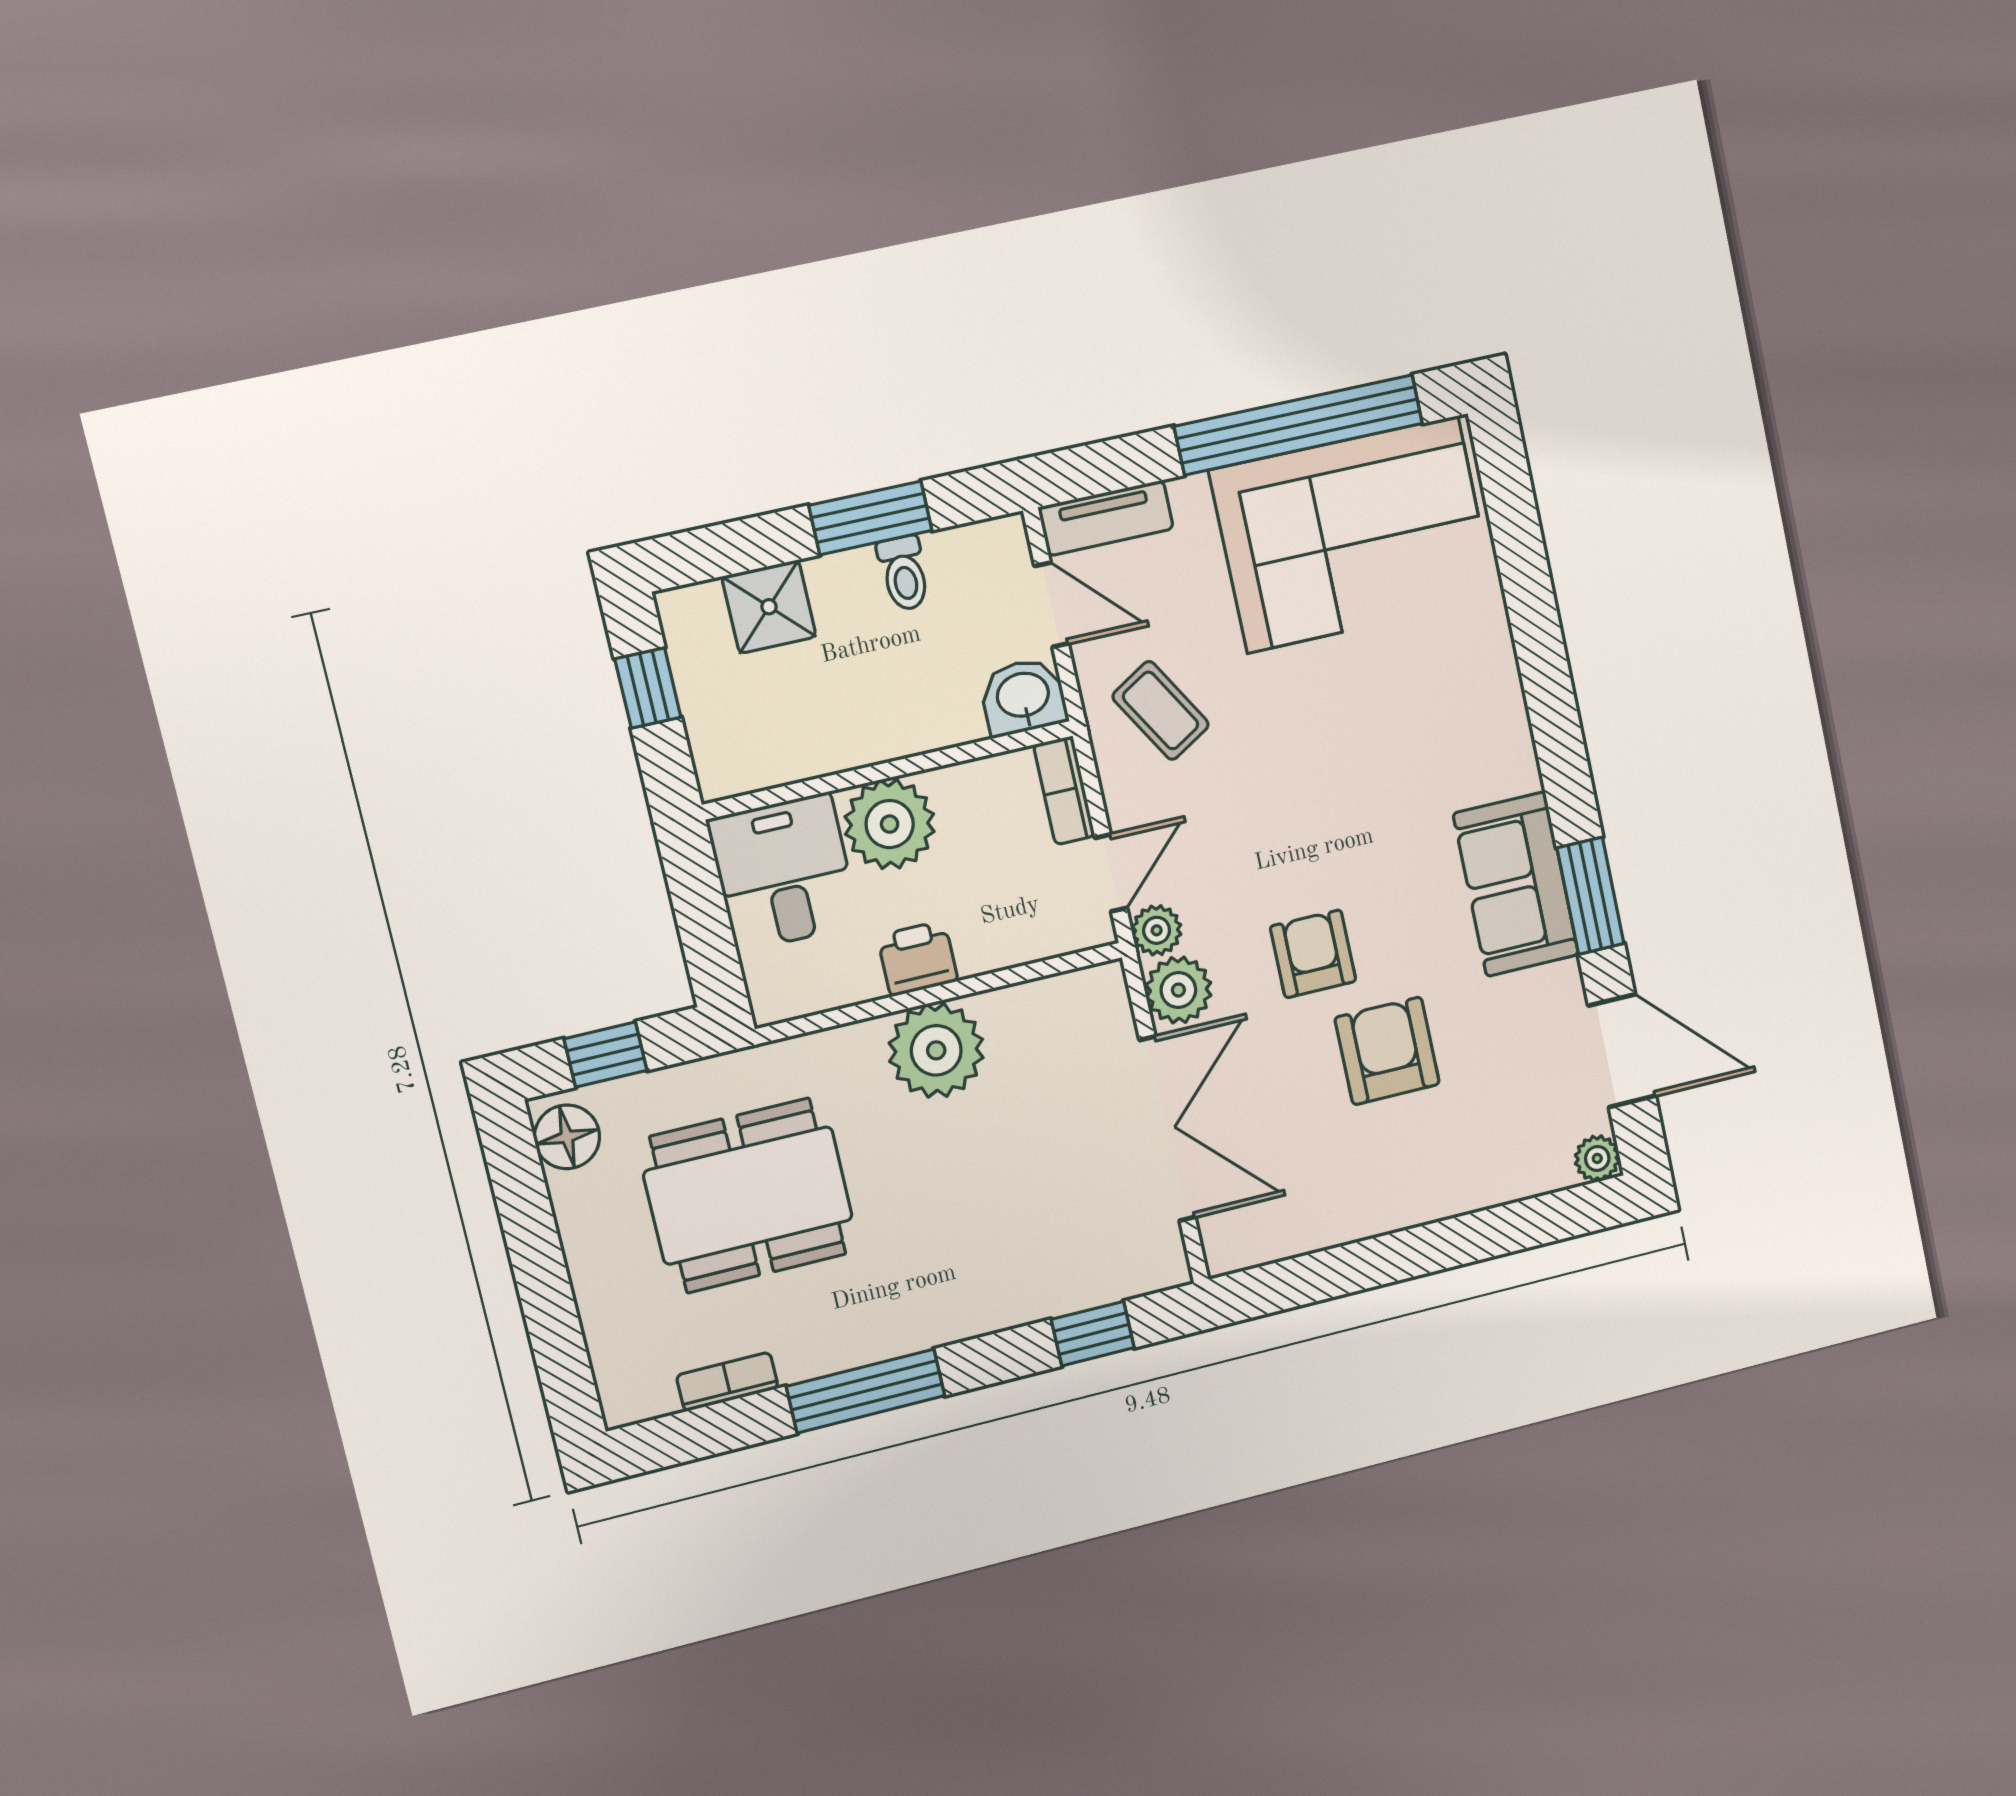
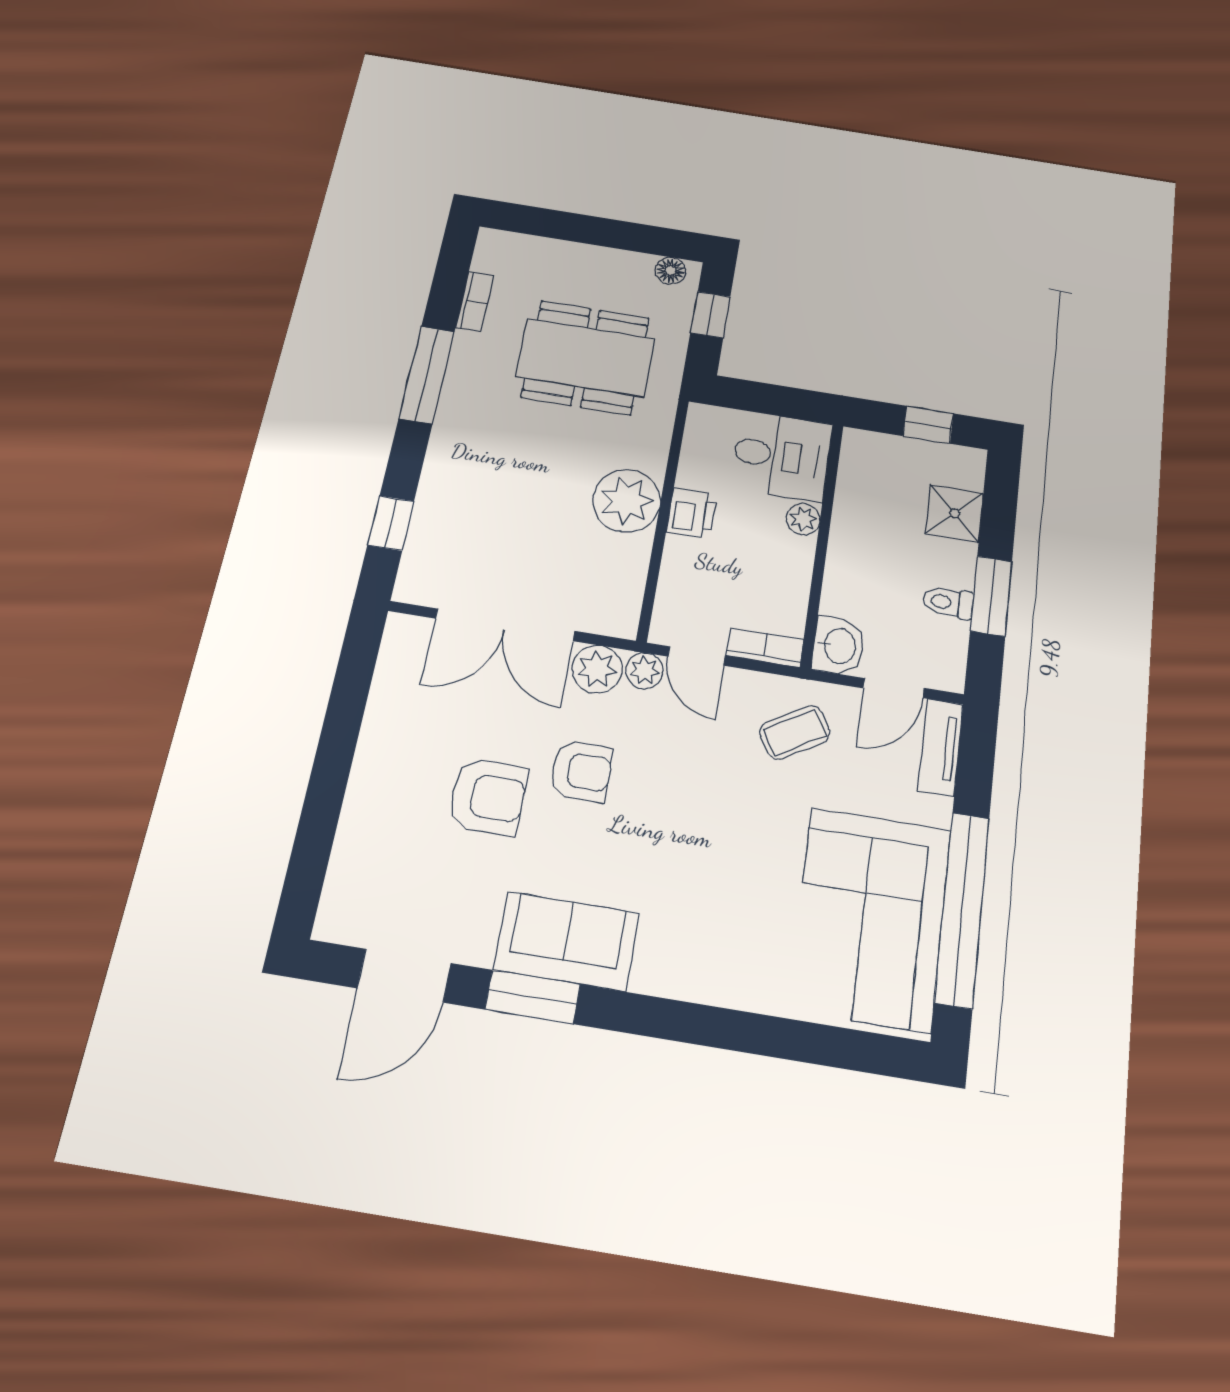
plant: (890, 824) -> (803, 519), width x0.53, depth x0.53
floor lamp: (567, 1137) -> (671, 271), width x0.73, depth x0.73
plant: (1597, 1158) -> (333, 924), removed
dining table: (748, 1195) -> (586, 358), turned 90

